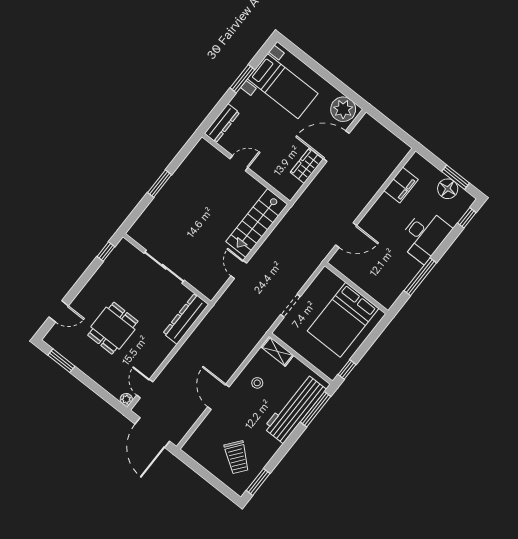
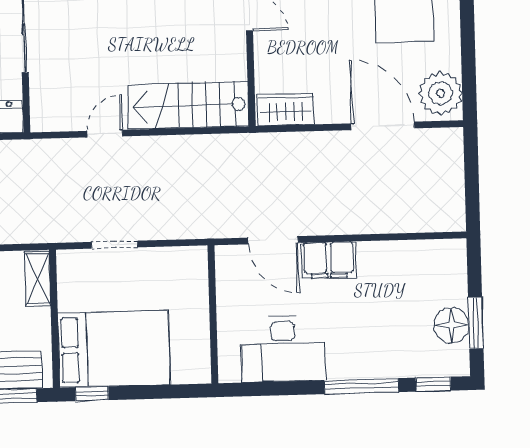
wardrobe: (307, 166) -> (286, 109), moved
filing cabinet: (401, 185) -> (329, 260), moved
desk: (424, 235) -> (283, 349), moved
window: (420, 277) -> (362, 386), moved
bed: (343, 320) -> (114, 349), moved, turned 180

